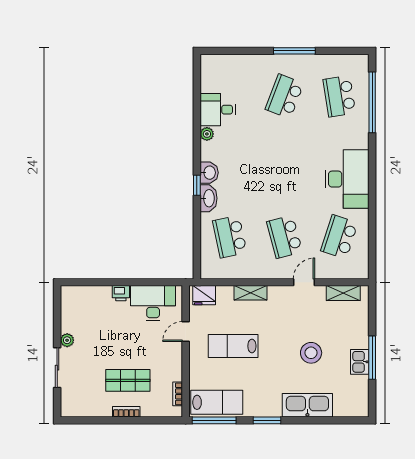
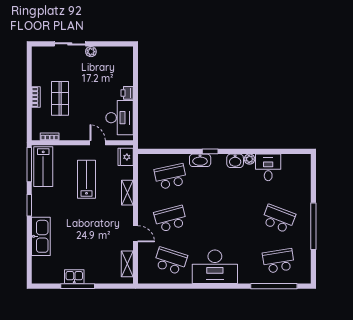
window: (294, 51) -> (313, 226), width x1.46
washbasin: (209, 173) -> (235, 161), moved
stool: (311, 353) -> (81, 239), removed

